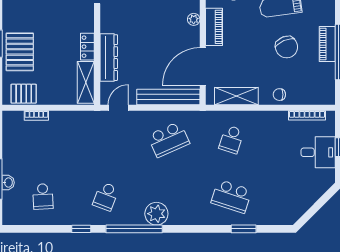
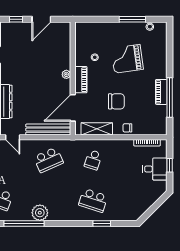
chair: (287, 47) -> (116, 101), moved, turned -67
door: (118, 108) -> (13, 137), swing flipped

